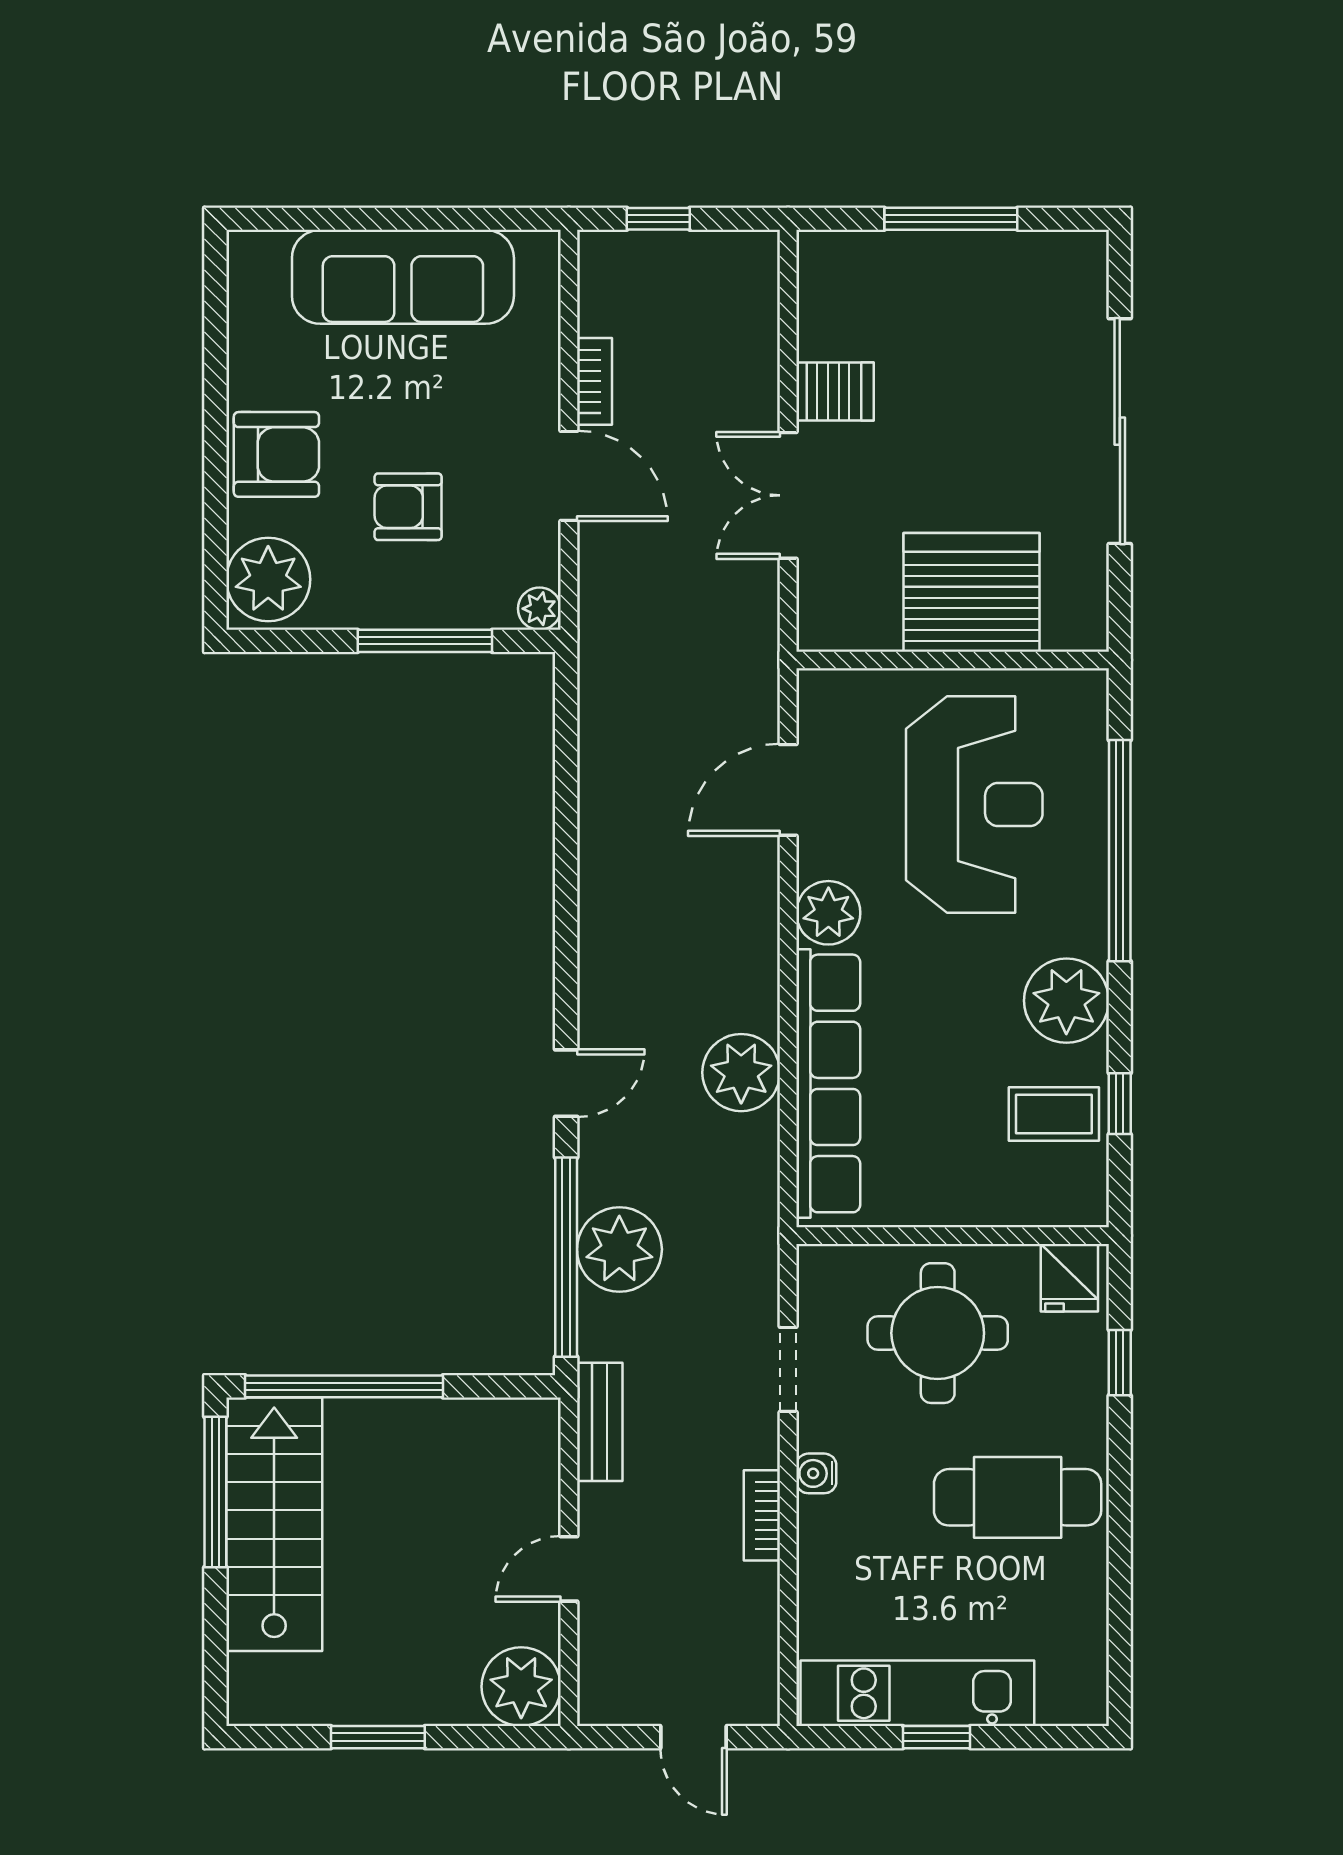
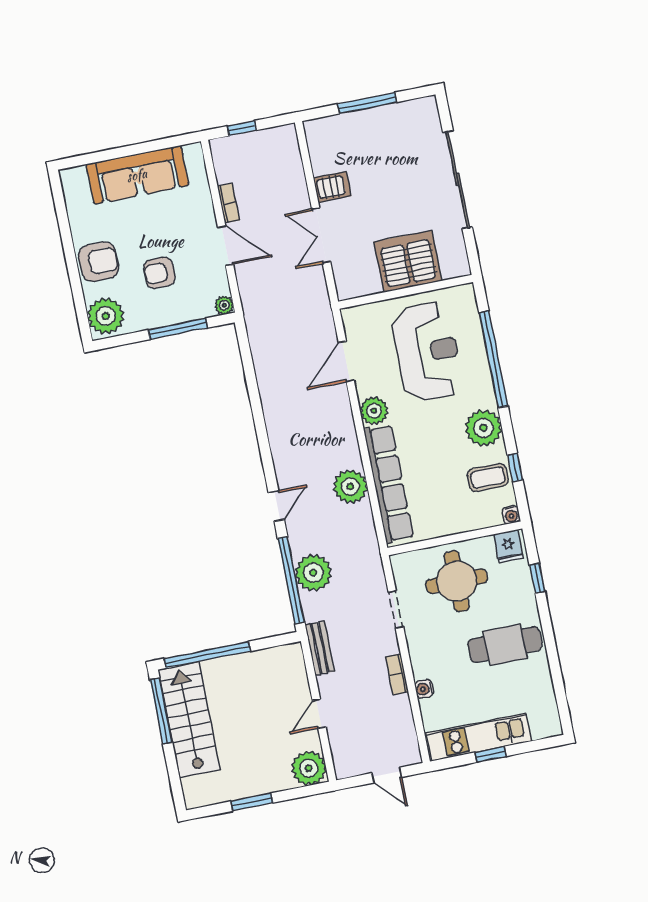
water cooler: (1090, 1208) -> (511, 515), added
water cooler: (816, 1473) -> (424, 689), moved

